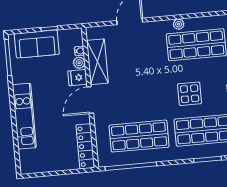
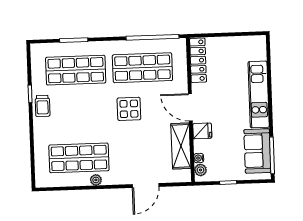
sofa: (37, 44) -> (257, 151), moved, turned -90
plant: (79, 63) -> (201, 170), moved
display table: (190, 94) -> (129, 109), moved
door: (90, 100) -> (190, 107), swing flipped

